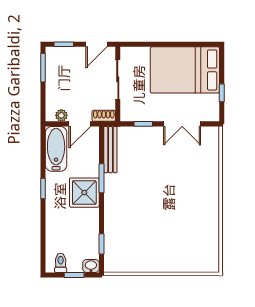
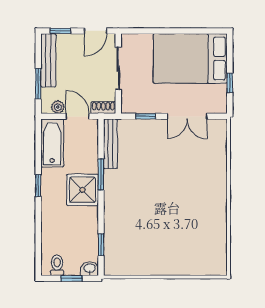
window: (43, 68) -> (38, 84), moved
bench: (52, 72) -> (48, 60), added
door: (80, 124) -> (78, 116), swing flipped

